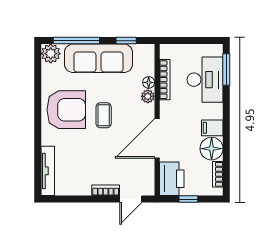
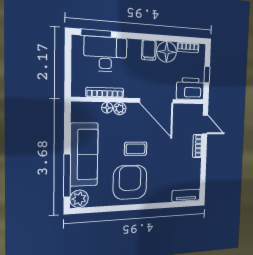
window: (126, 41) -> (67, 129), removed
tv unit: (48, 171) -> (186, 195), width x0.71

